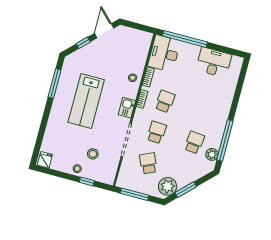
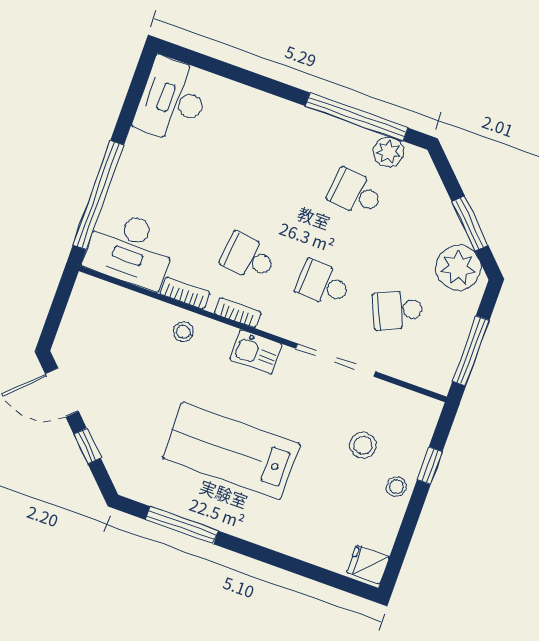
desk: (214, 62) -> (172, 100), moved
lab bench: (86, 101) -> (231, 451), turned 180

